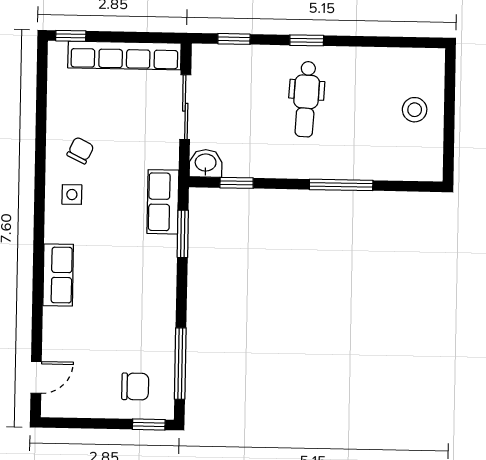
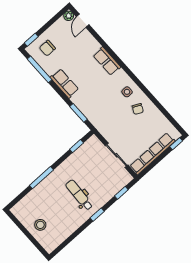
washbasin: (206, 163) -> (93, 143), removed
row of seats: (163, 202) -> (64, 83), moved
plant: (52, 407) -> (69, 16), added

